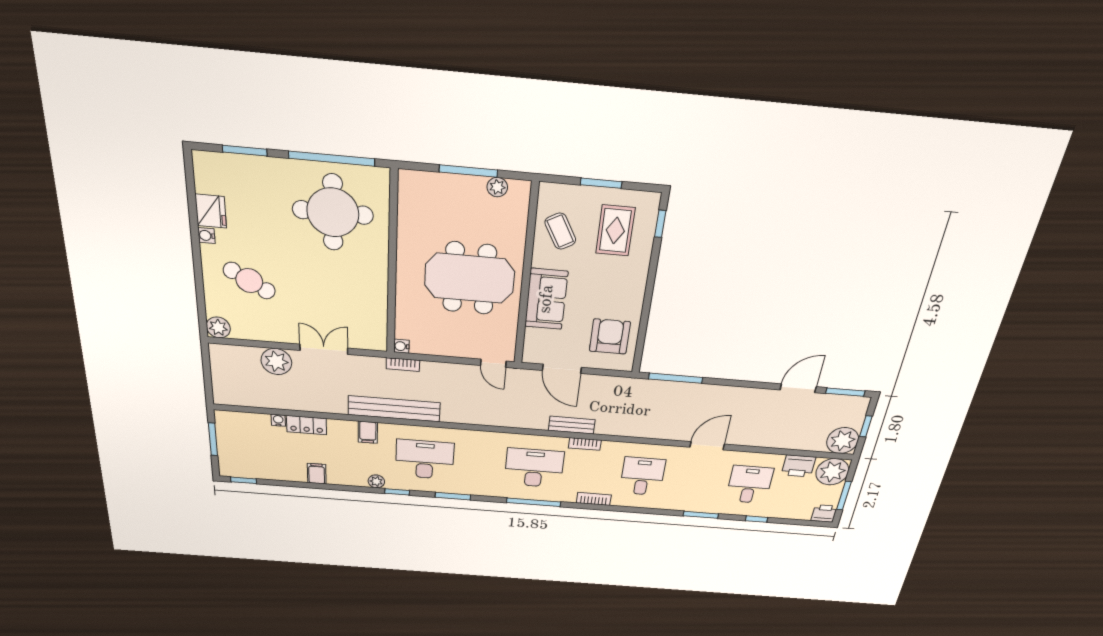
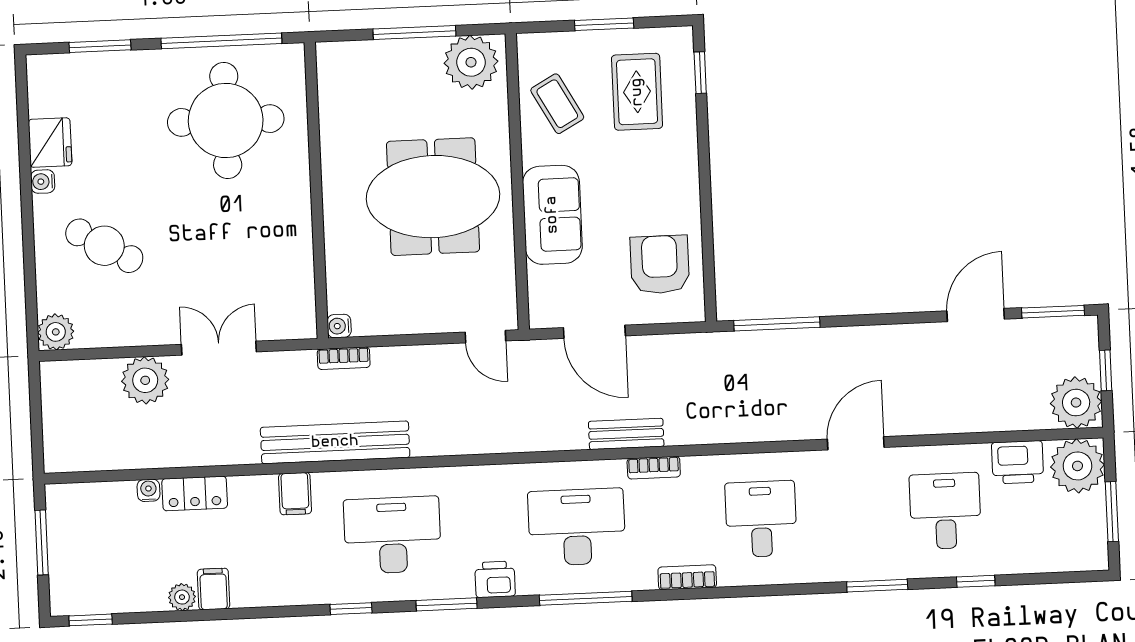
plant: (497, 187) -> (471, 62), width x1.88, depth x1.88
plant: (376, 481) -> (182, 597), moved
printer: (824, 513) -> (495, 579), moved

